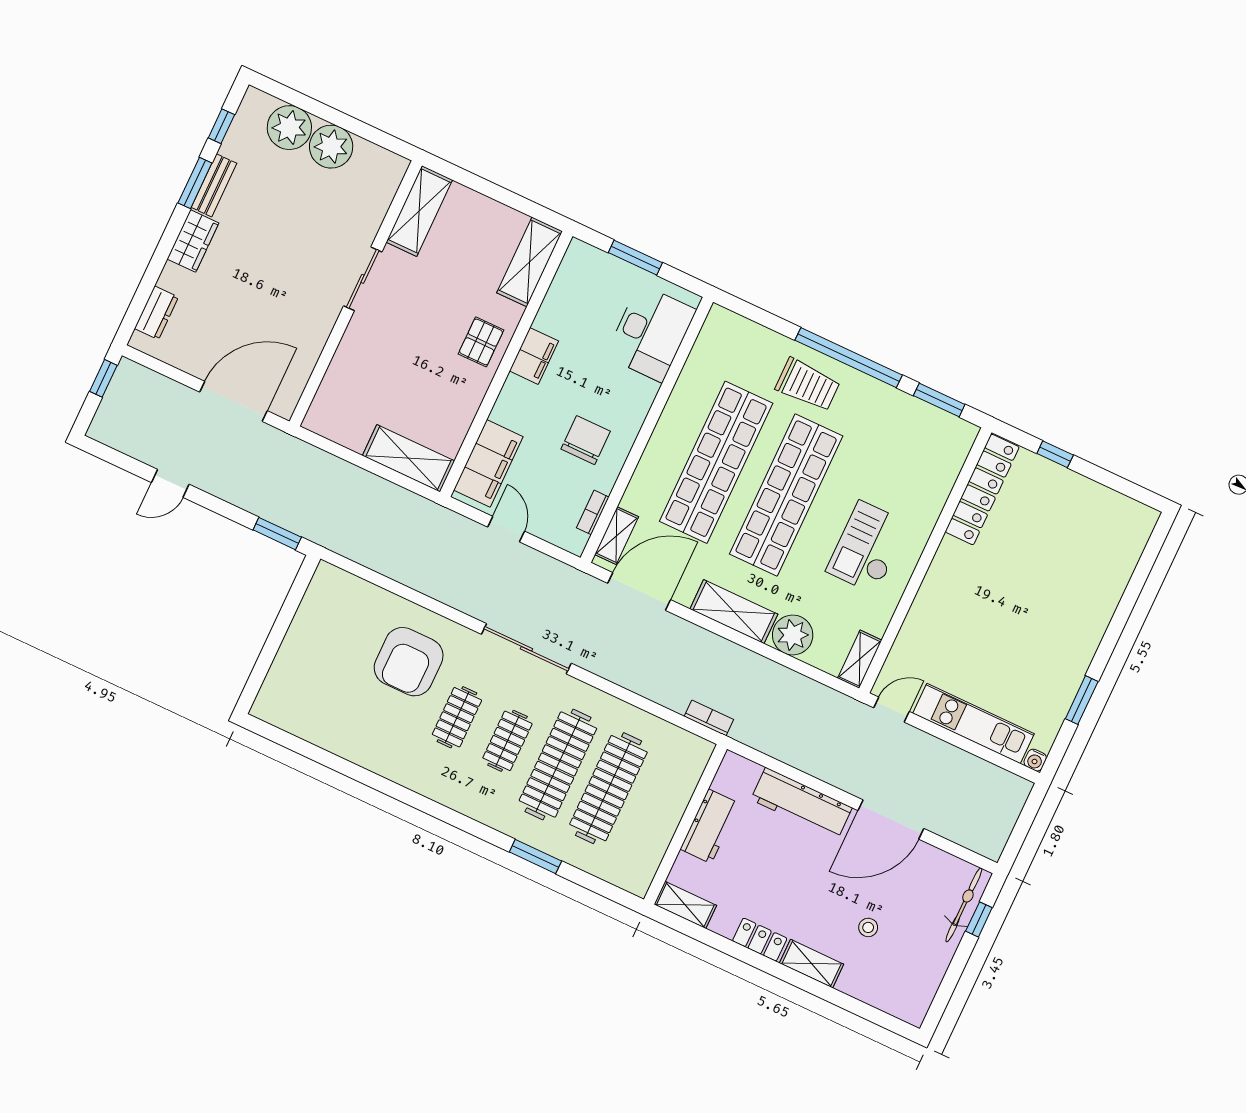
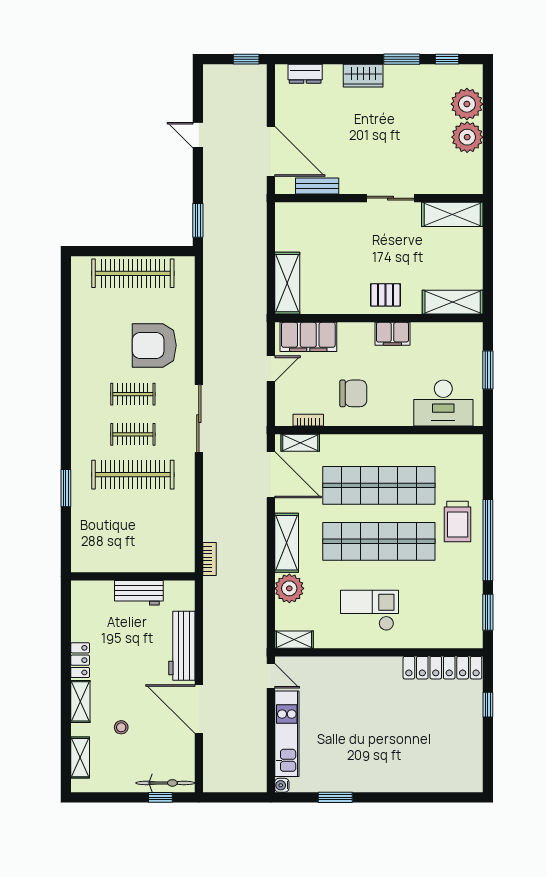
bench: (214, 185) -> (317, 186), moved
clothes rail: (608, 788) -> (133, 273), moved
shelving: (685, 905) -> (80, 758), moved

